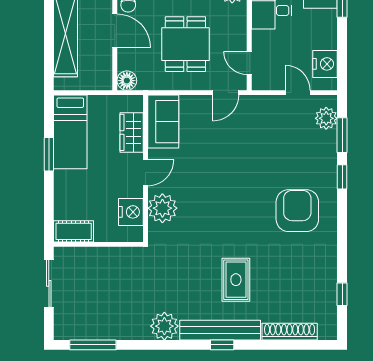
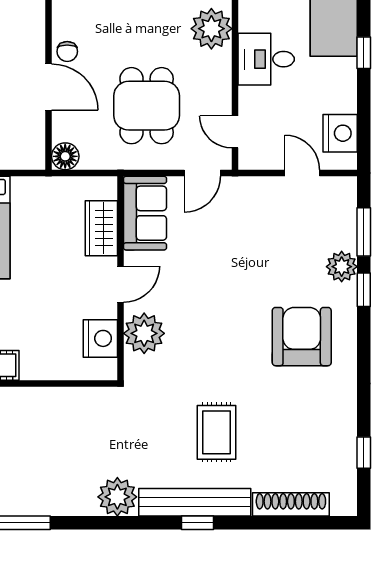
plant: (326, 118) -> (342, 267), moved
sofa: (163, 122) -> (145, 213), moved
wardrobe: (132, 132) -> (101, 228), moved
wall: (145, 169) -> (120, 278), moved
door: (145, 173) -> (120, 284), moved
plant: (162, 208) -> (144, 333), moved
nightstand: (131, 212) -> (100, 338), moved

